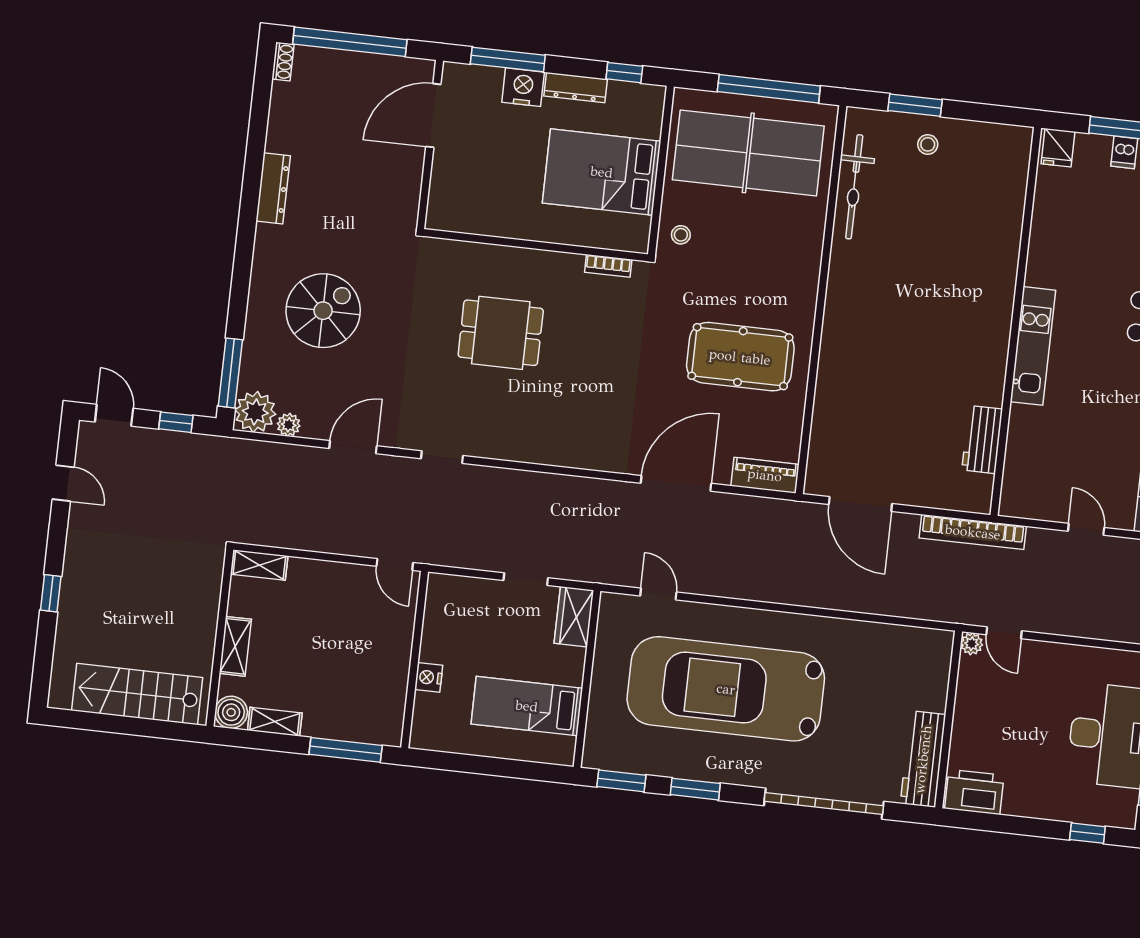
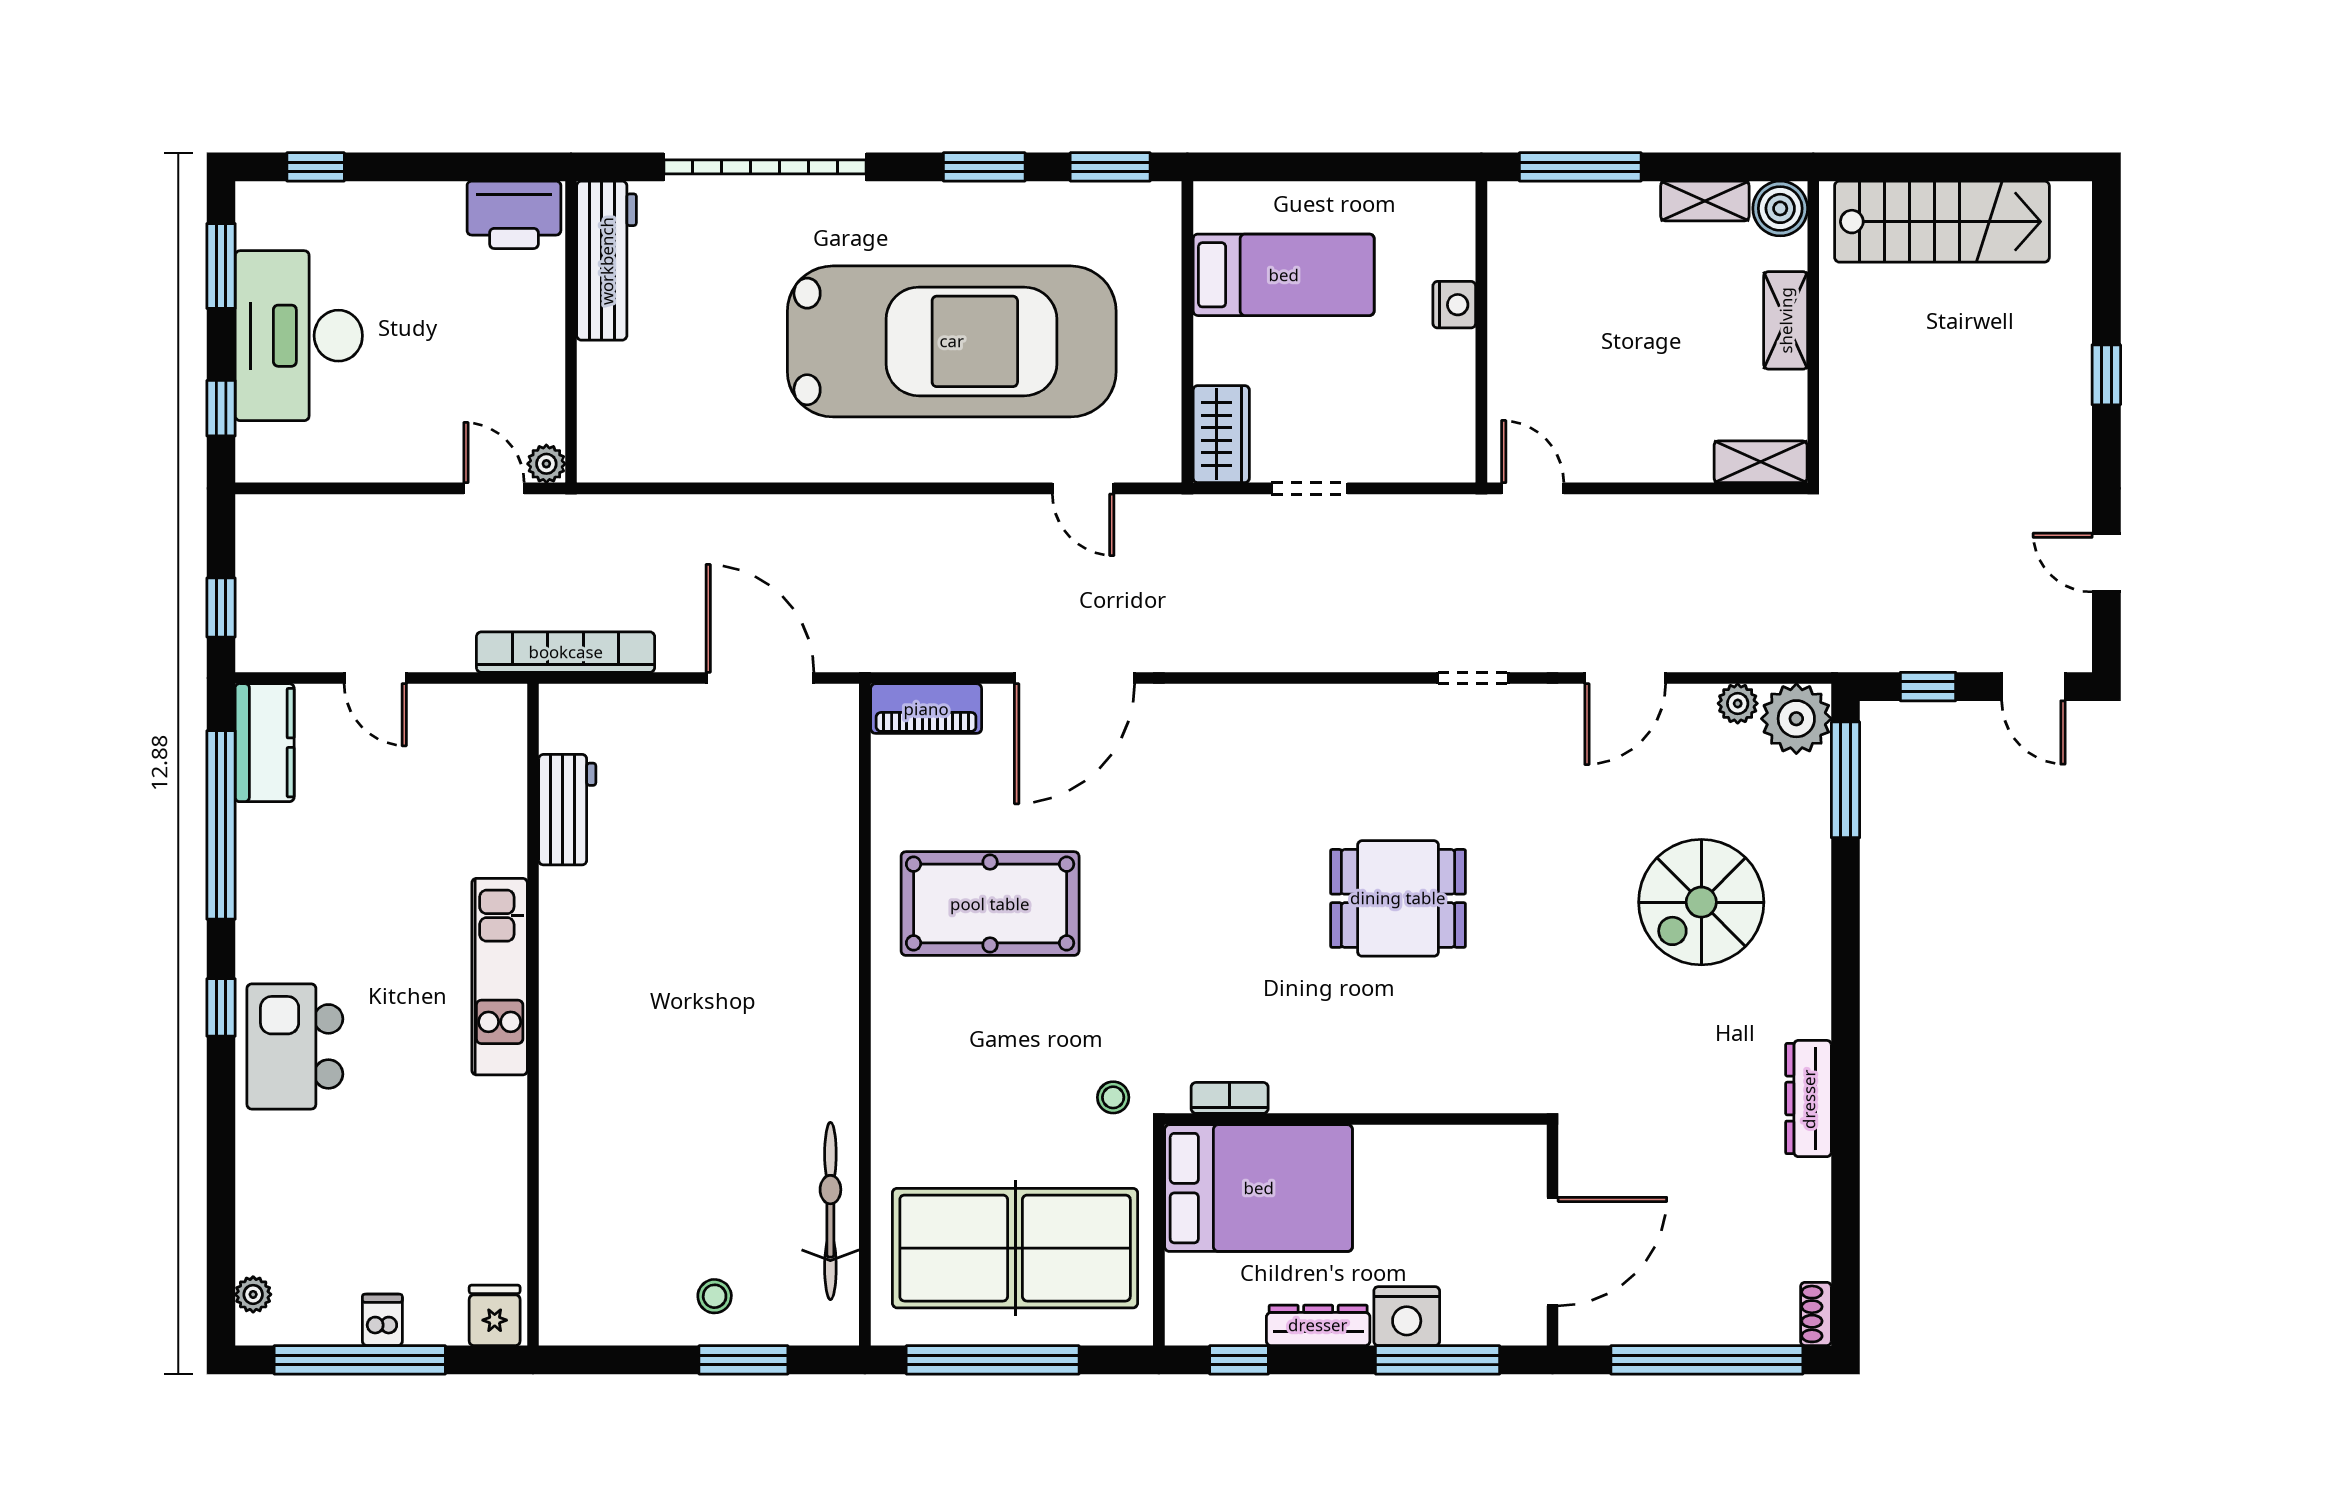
wall: (536, 245) -> (1356, 1119), moved
bookcase: (608, 266) -> (1230, 1098), moved

